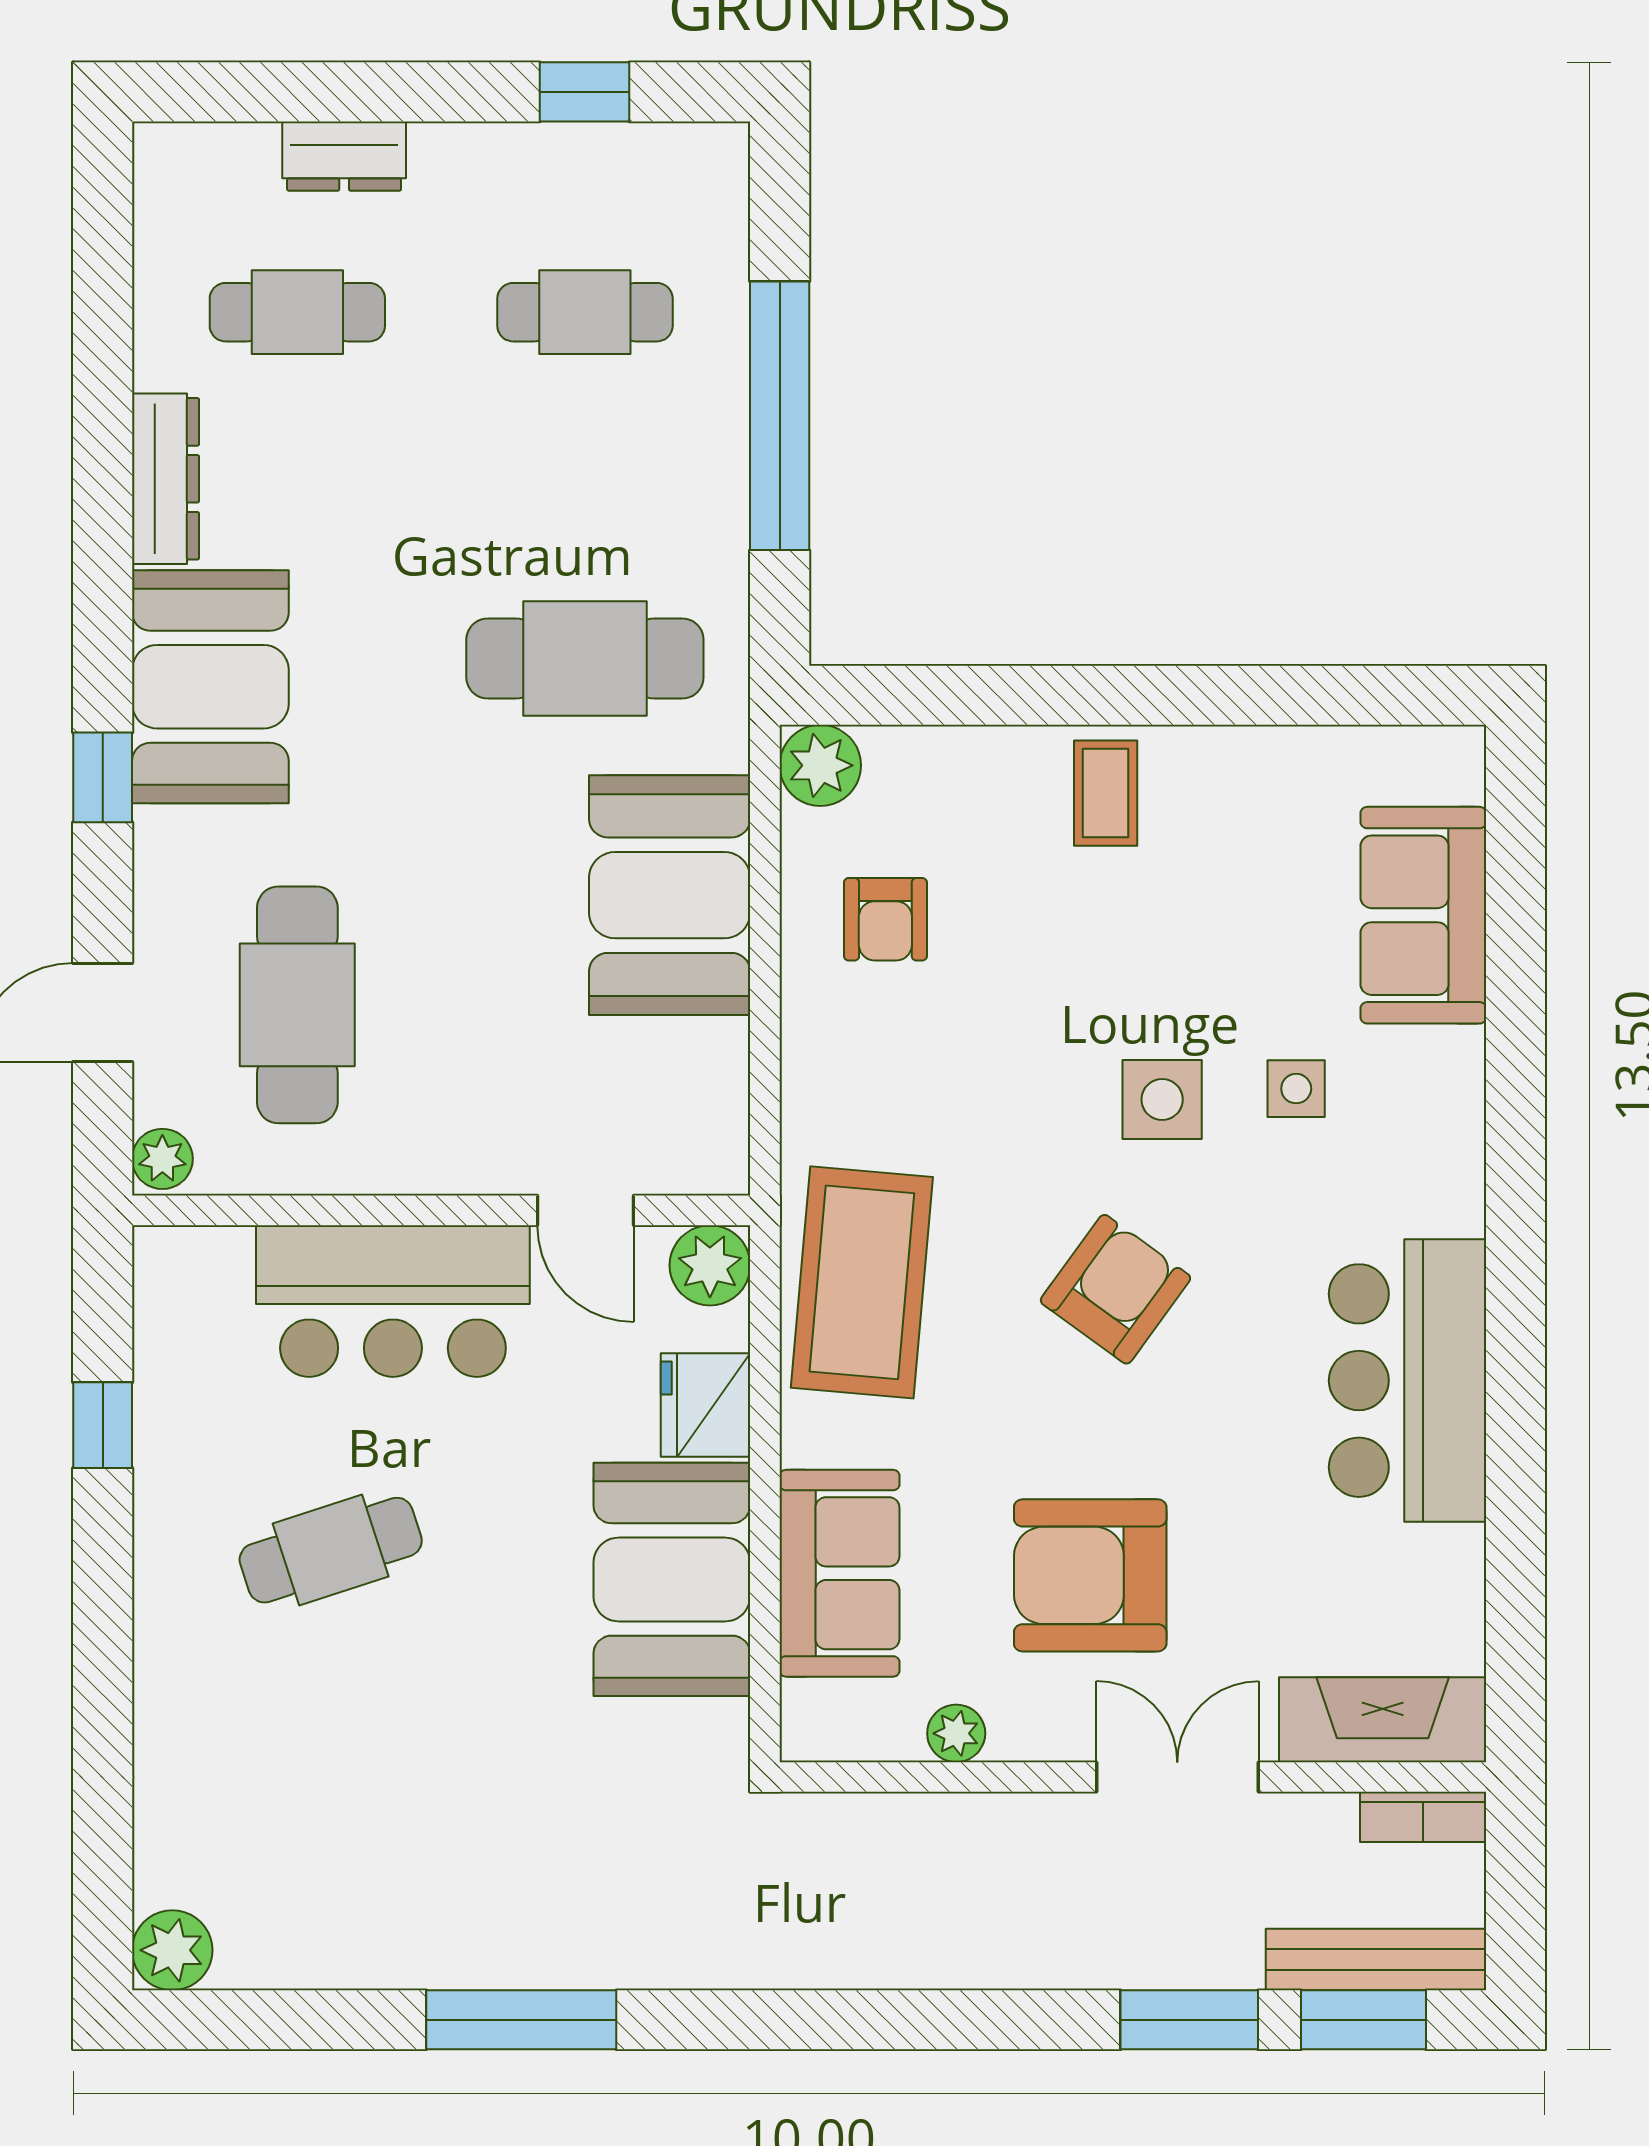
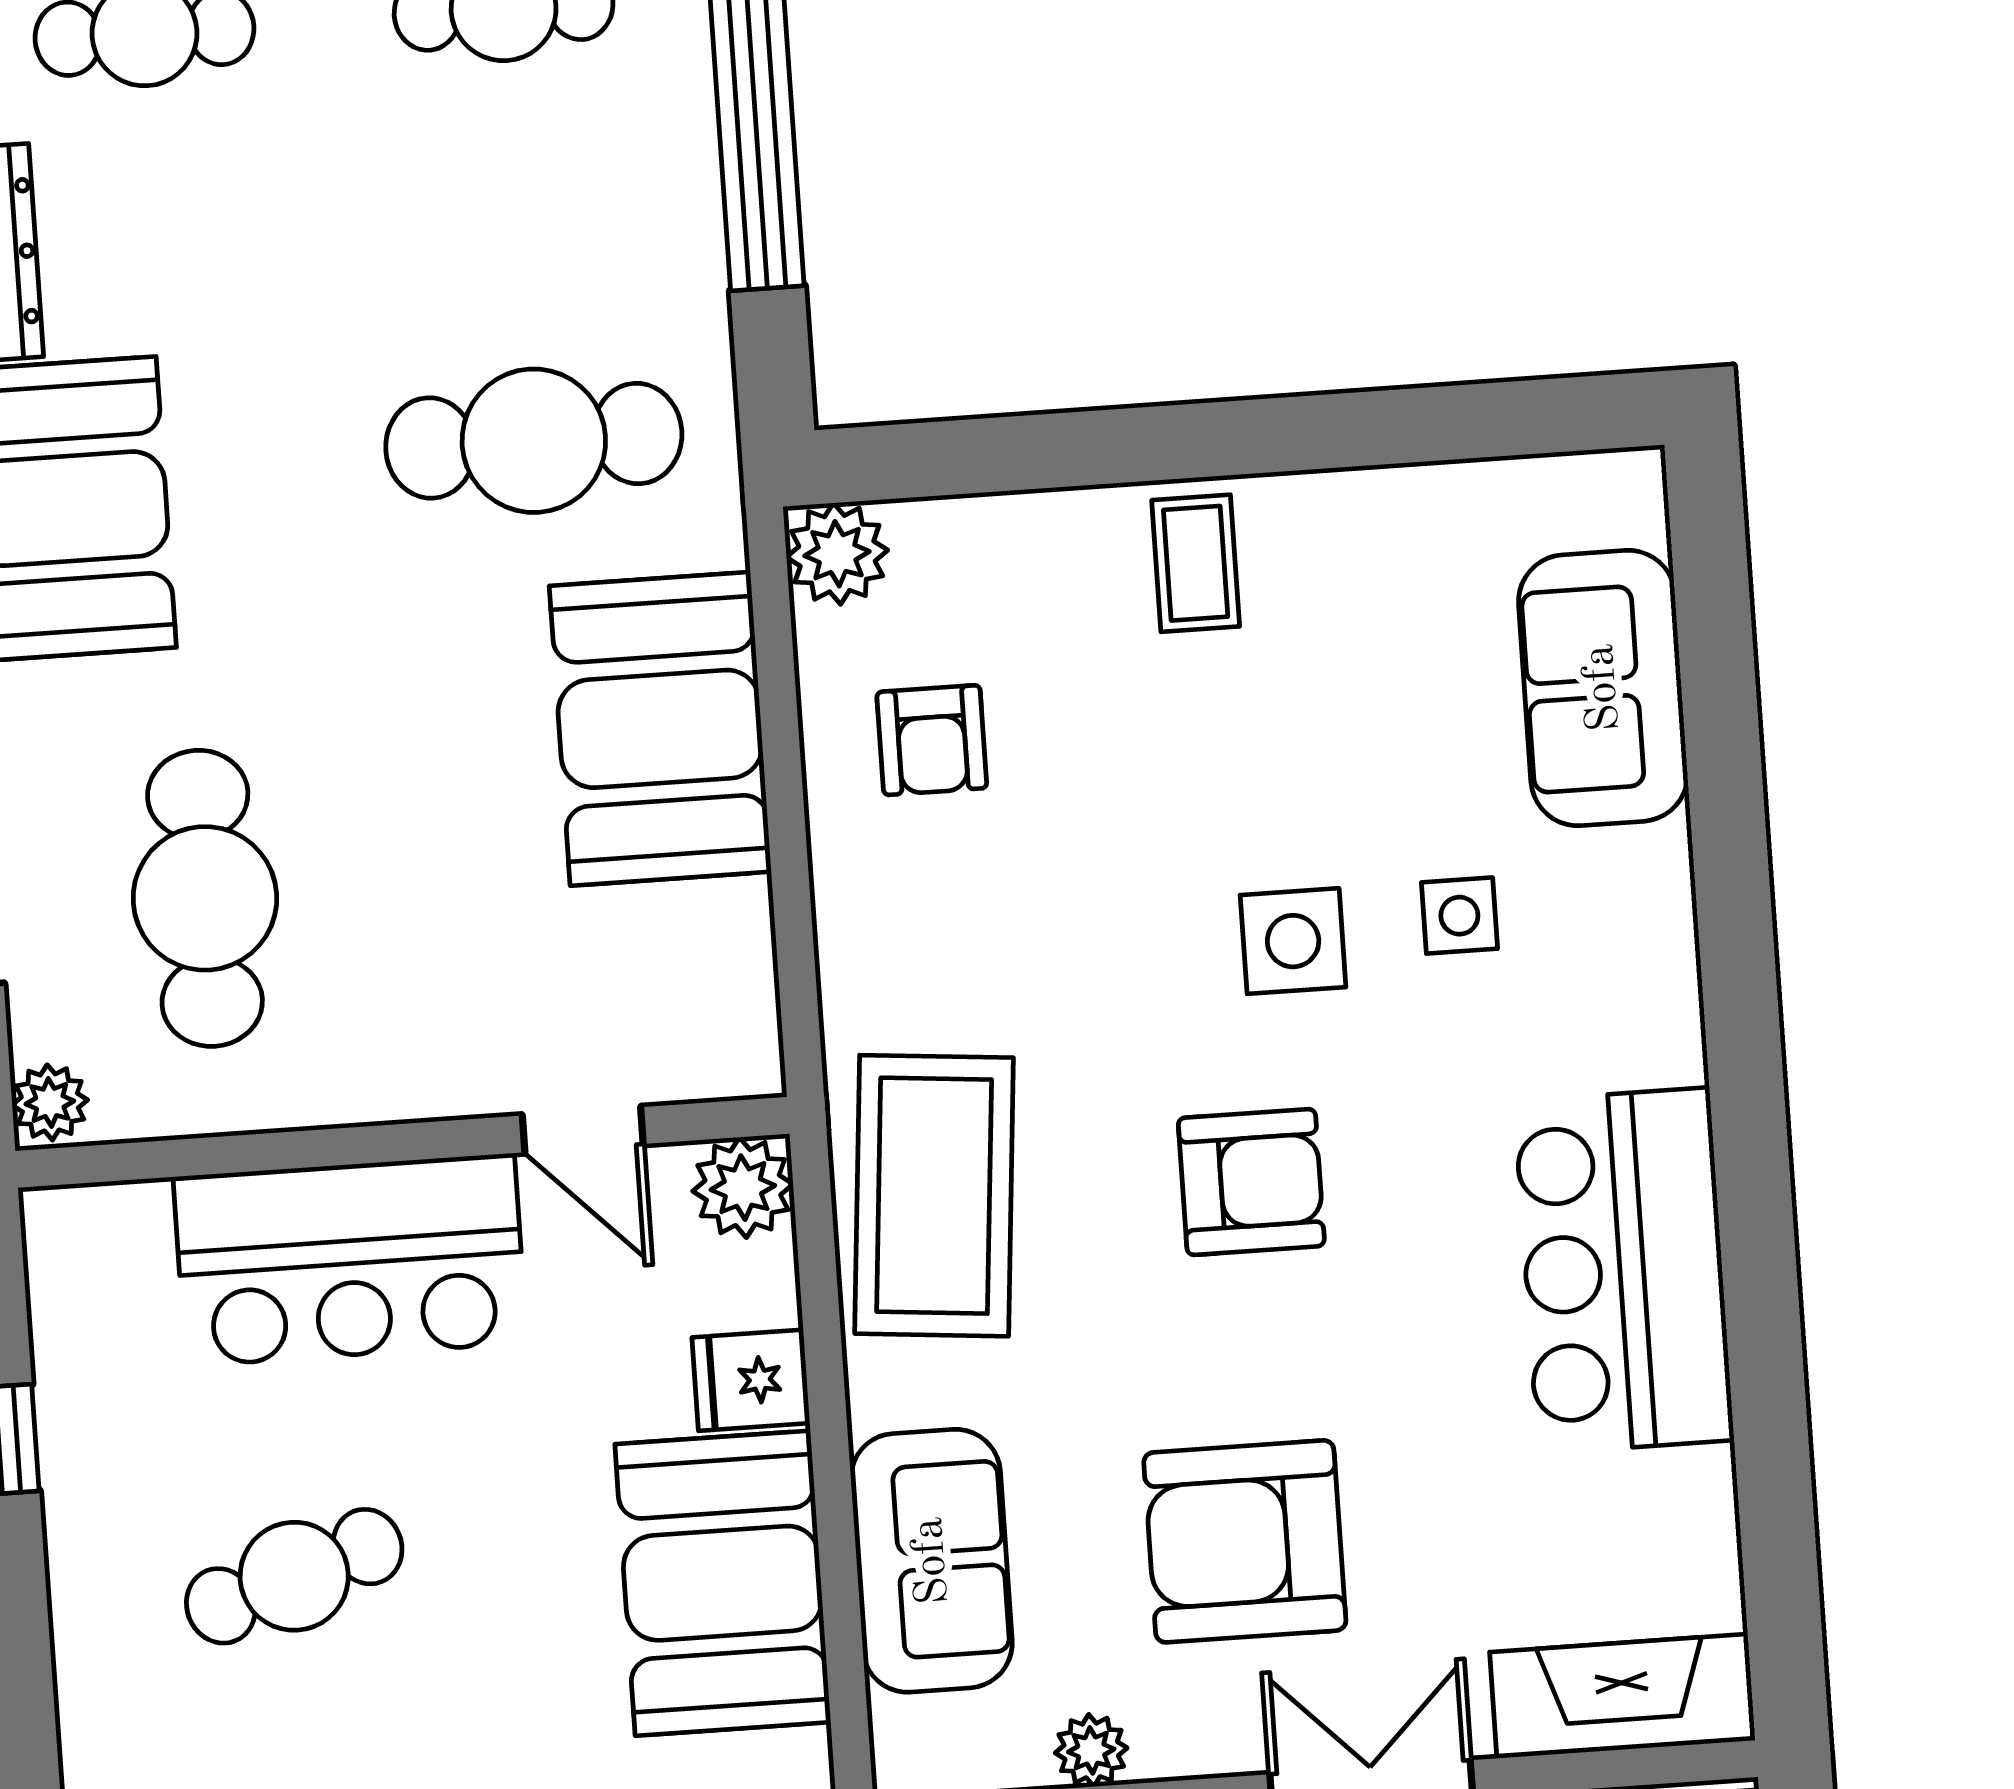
armchair: (1115, 1289) -> (1251, 1182), turned 54
fridge: (706, 1405) -> (751, 1380), width x0.72

